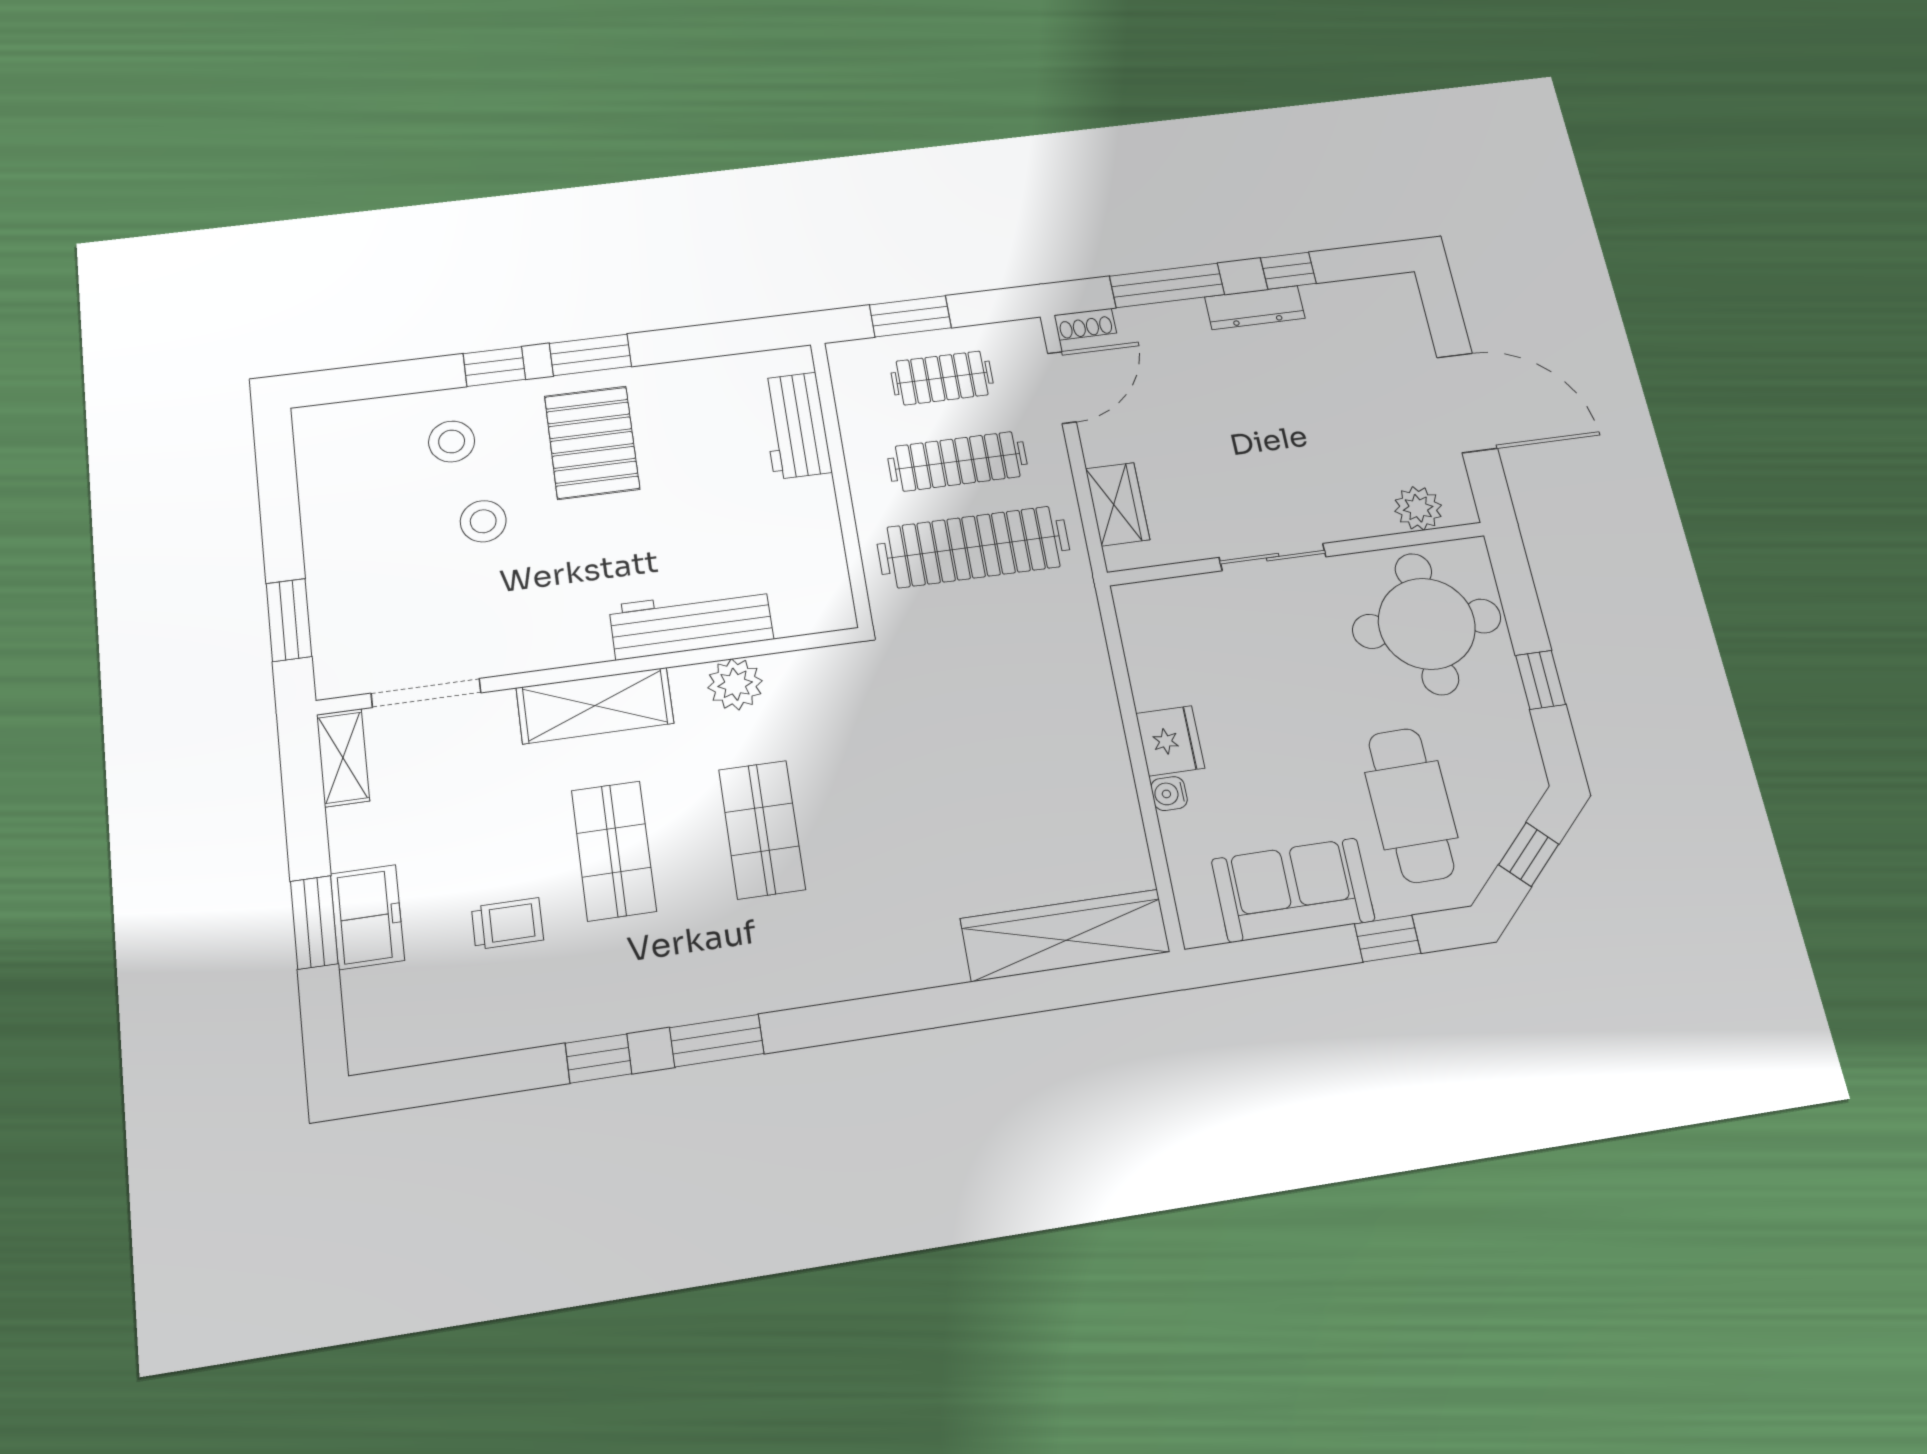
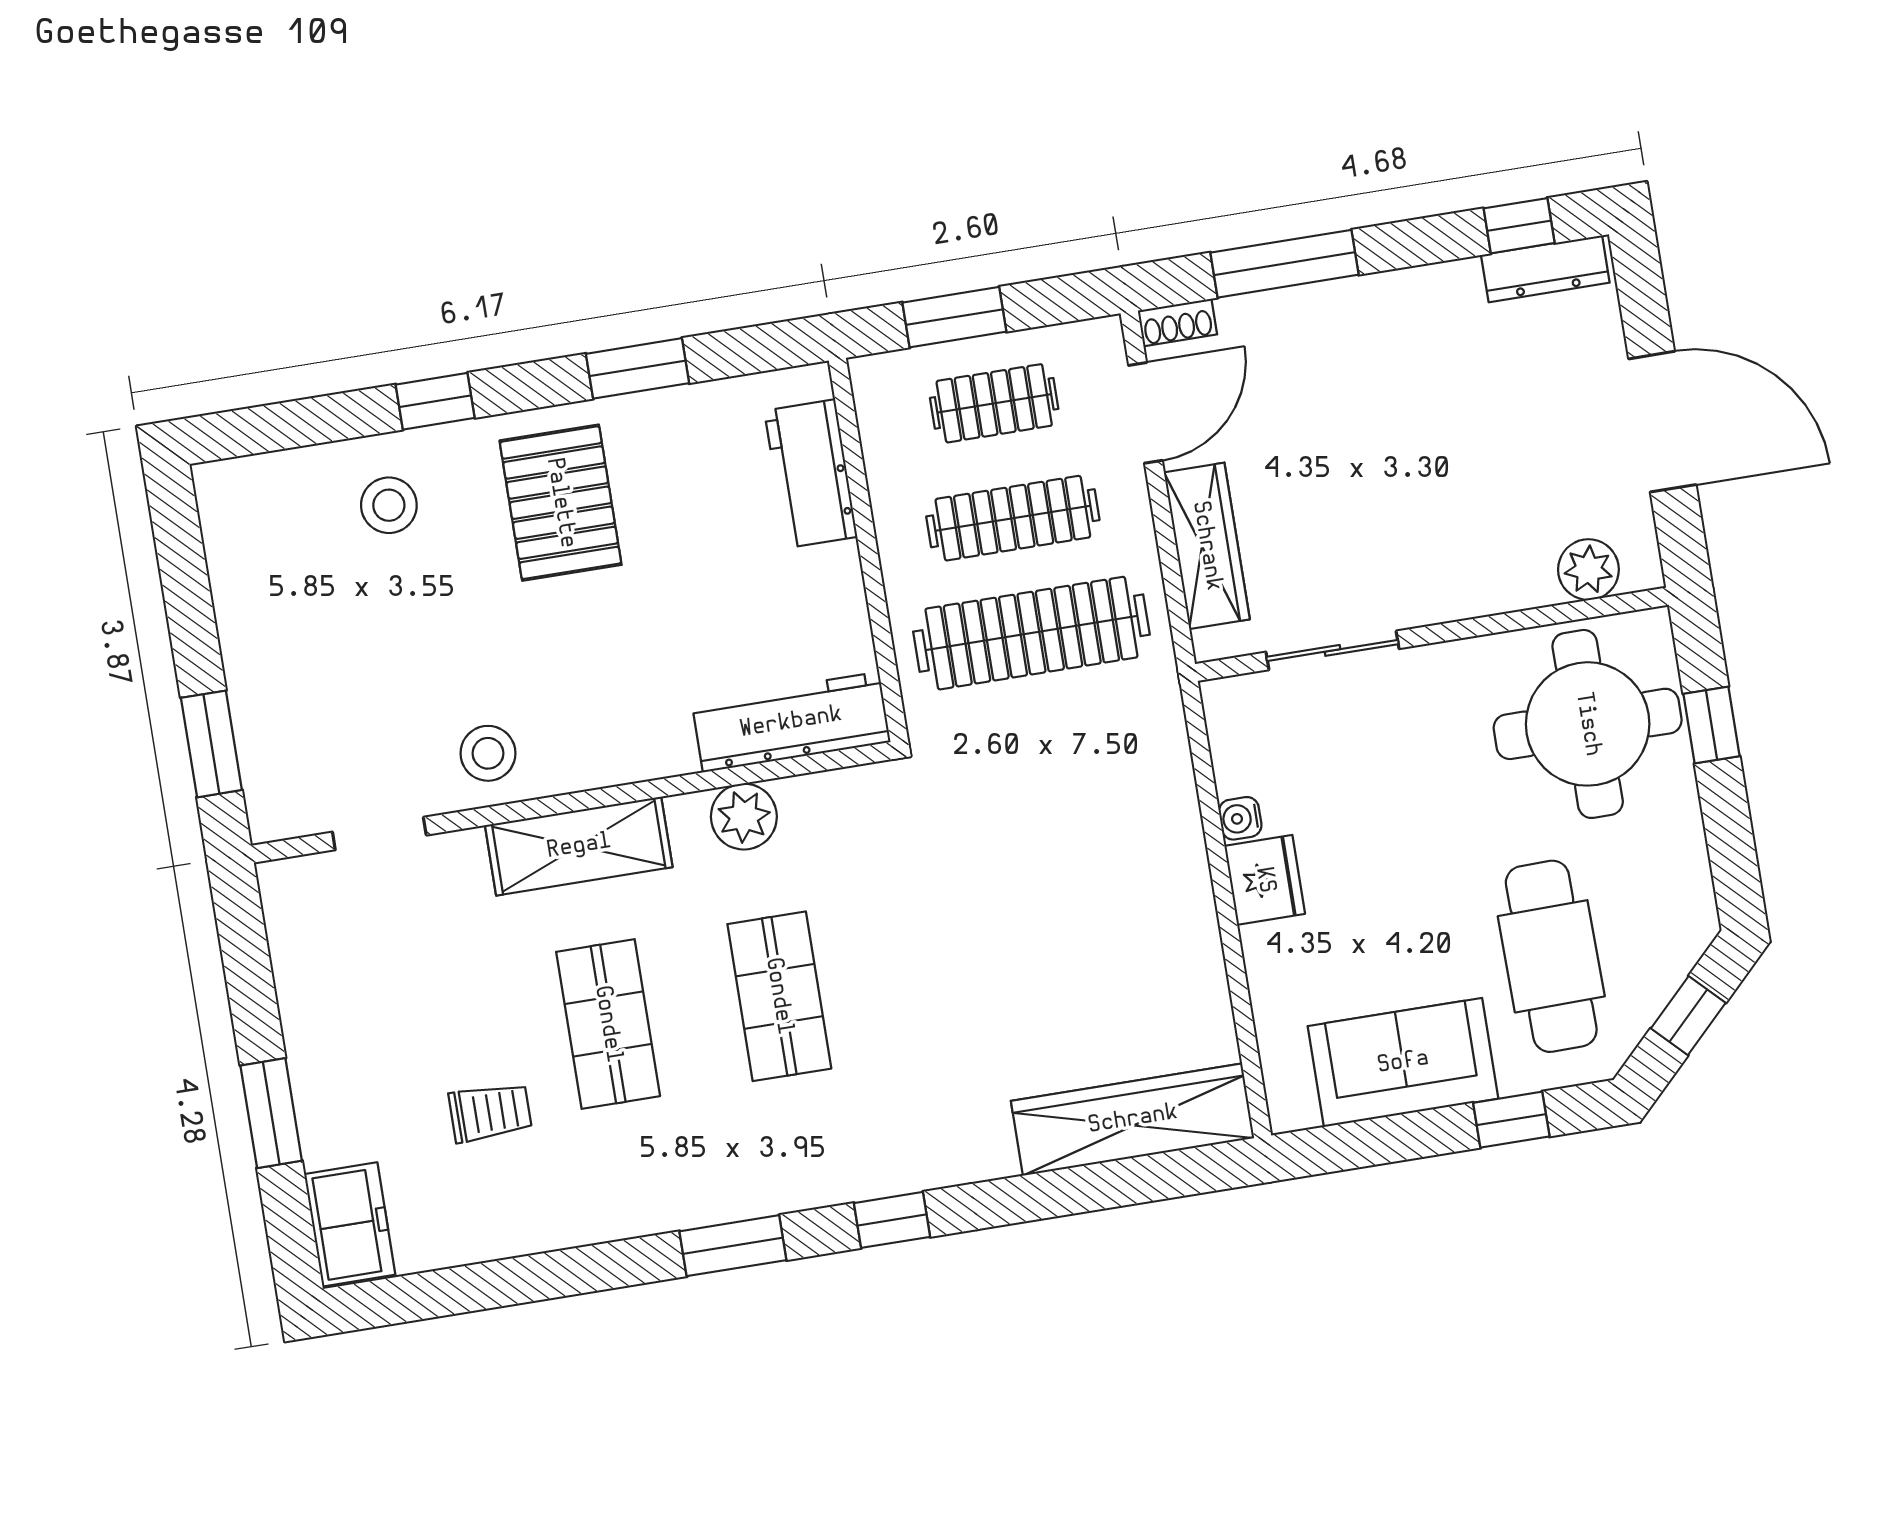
window: (1288, 271) -> (1519, 226), moved
dresser: (1255, 308) -> (1545, 269), moved
window: (590, 355) -> (637, 368), moved
wardrobe: (1118, 504) -> (1207, 546), width x1.50
stool: (483, 521) -> (488, 753), moved
sliding door: (1273, 557) -> (1332, 650), moved
workbench: (691, 622) -> (791, 722), moved
window: (1541, 680) -> (1712, 725), moved
doorway: (426, 693) -> (379, 834), width x0.73
shelving: (343, 758) -> (288, 915), removed
water cooler: (1169, 794) -> (1240, 818), moved
freezer: (367, 917) -> (350, 1224), moved
window: (599, 1059) -> (892, 1220), moved

